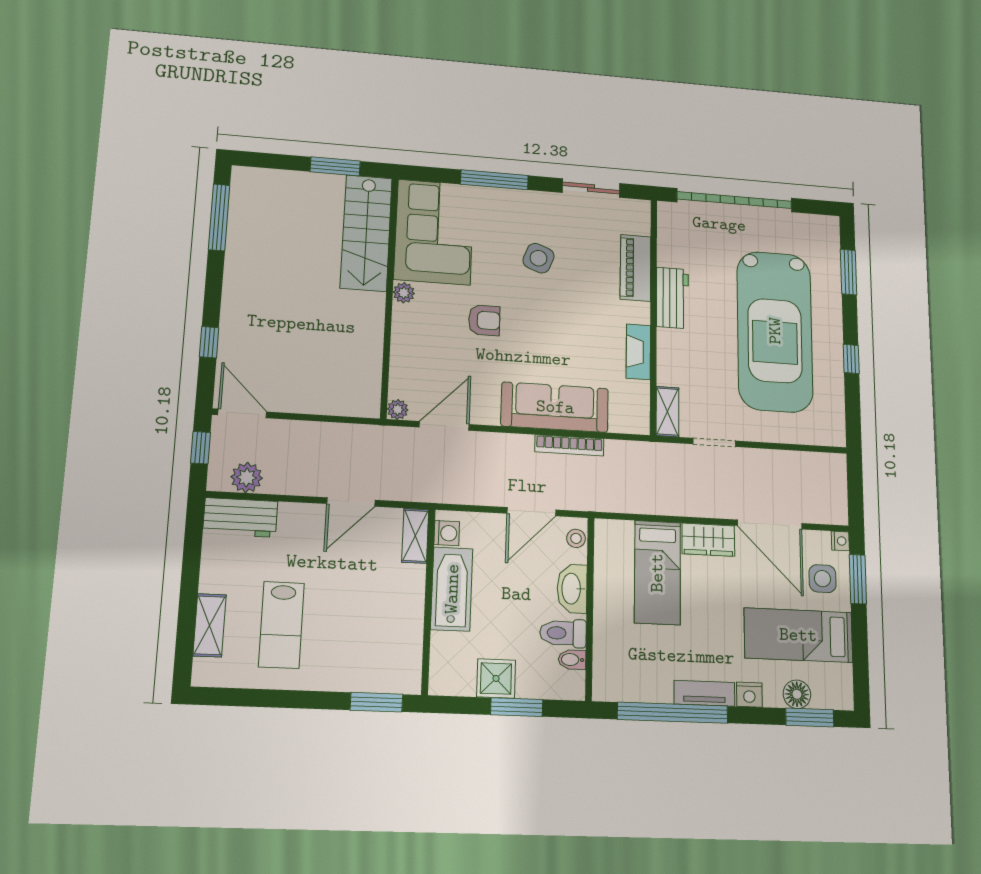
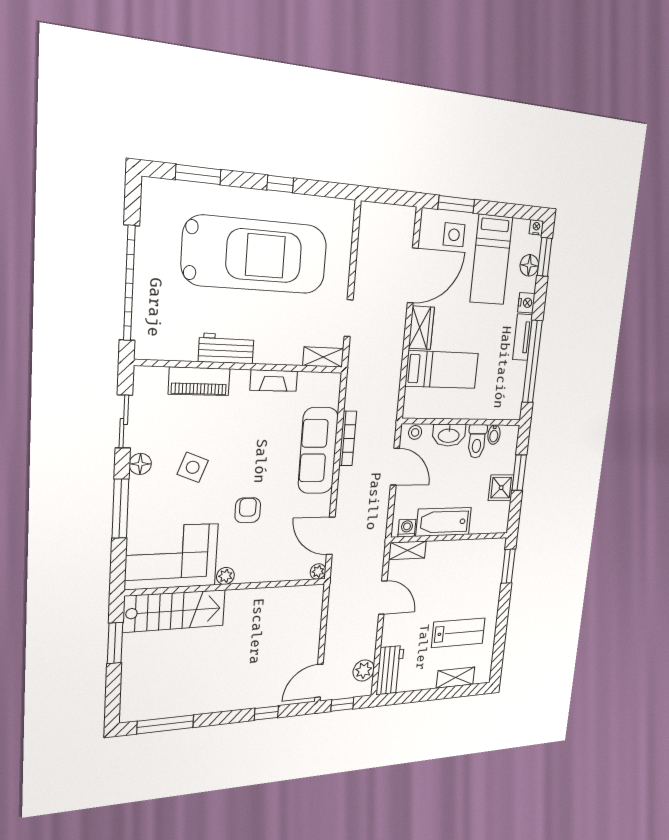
floor lamp: (544, 203) -> (140, 464), added
nightstand: (840, 541) -> (536, 227), moved

